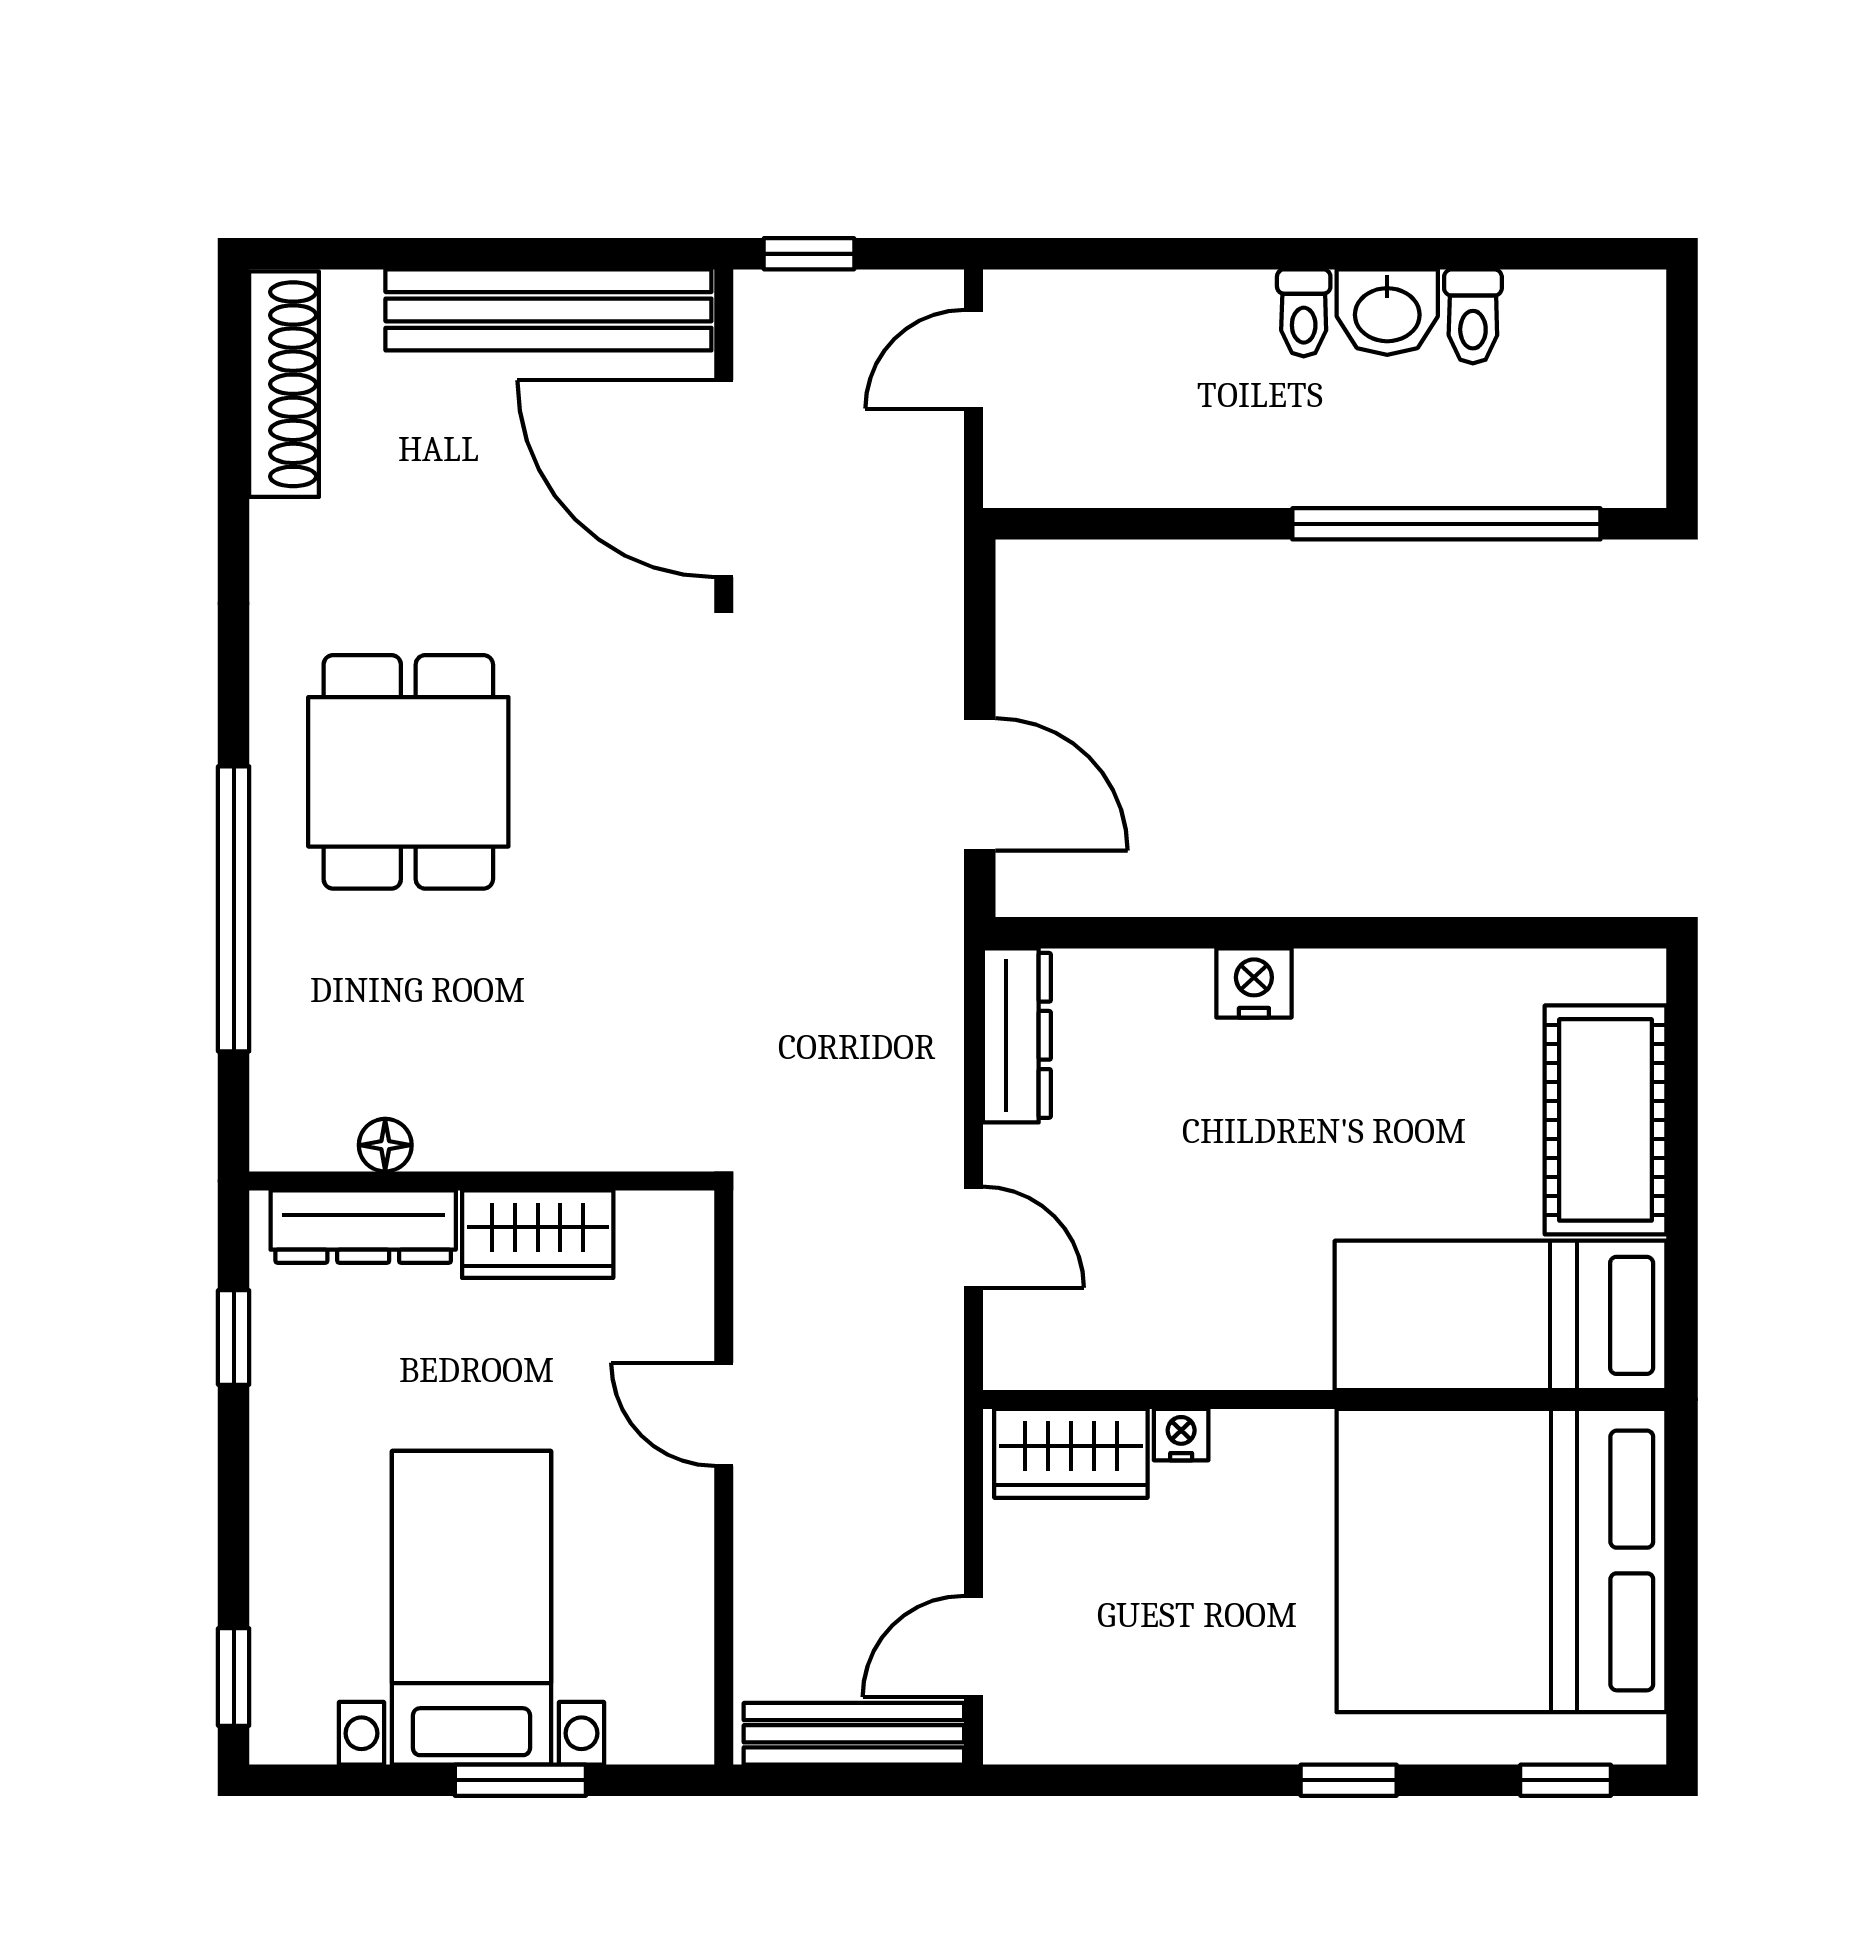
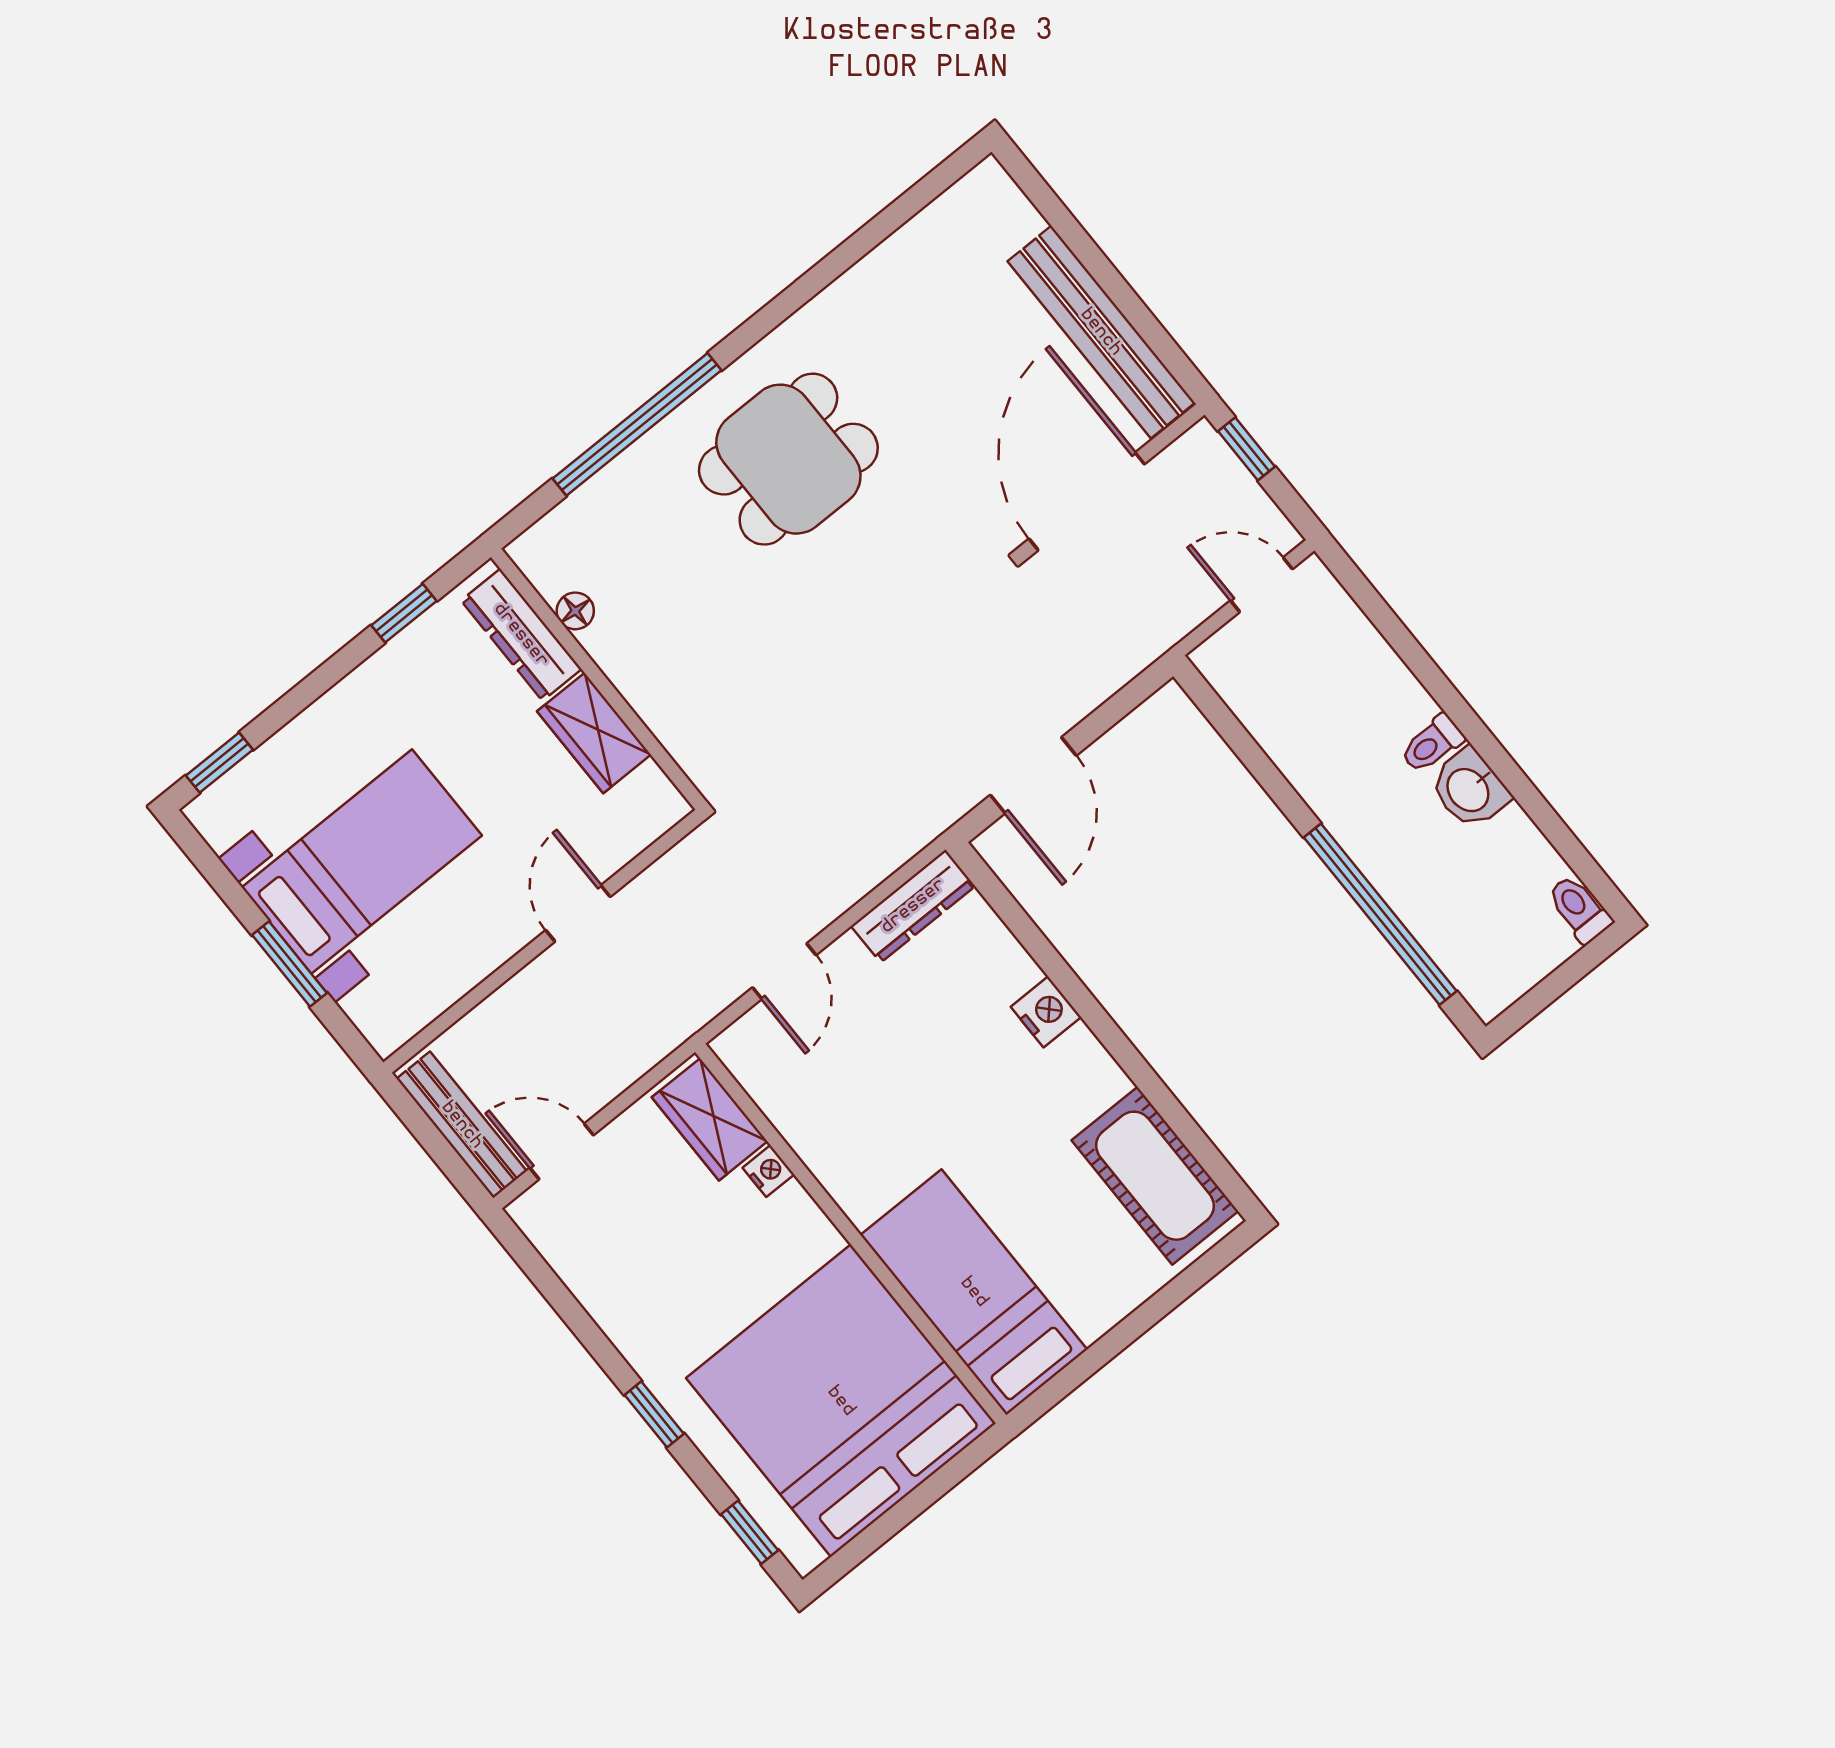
toilet: (1473, 316) -> (1579, 909), moved, turned 90
shoe rack: (284, 384) -> (944, 221), removed
cot: (1606, 1120) -> (1155, 1176), moved, turned 90

